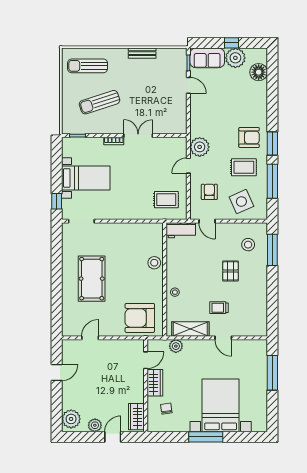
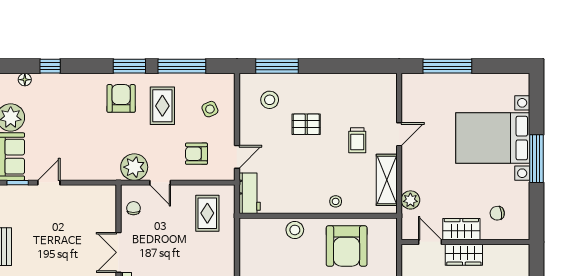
floor lamp: (259, 72) -> (25, 80), width x0.53, depth x0.53
window: (272, 86) -> (50, 66), added
chair: (170, 146) -> (133, 208), added
side table: (241, 202) -> (210, 109), width x0.54, depth x0.54
armchair: (140, 318) -> (347, 246), moved
wardrobe: (136, 417) -> (464, 255), moved

